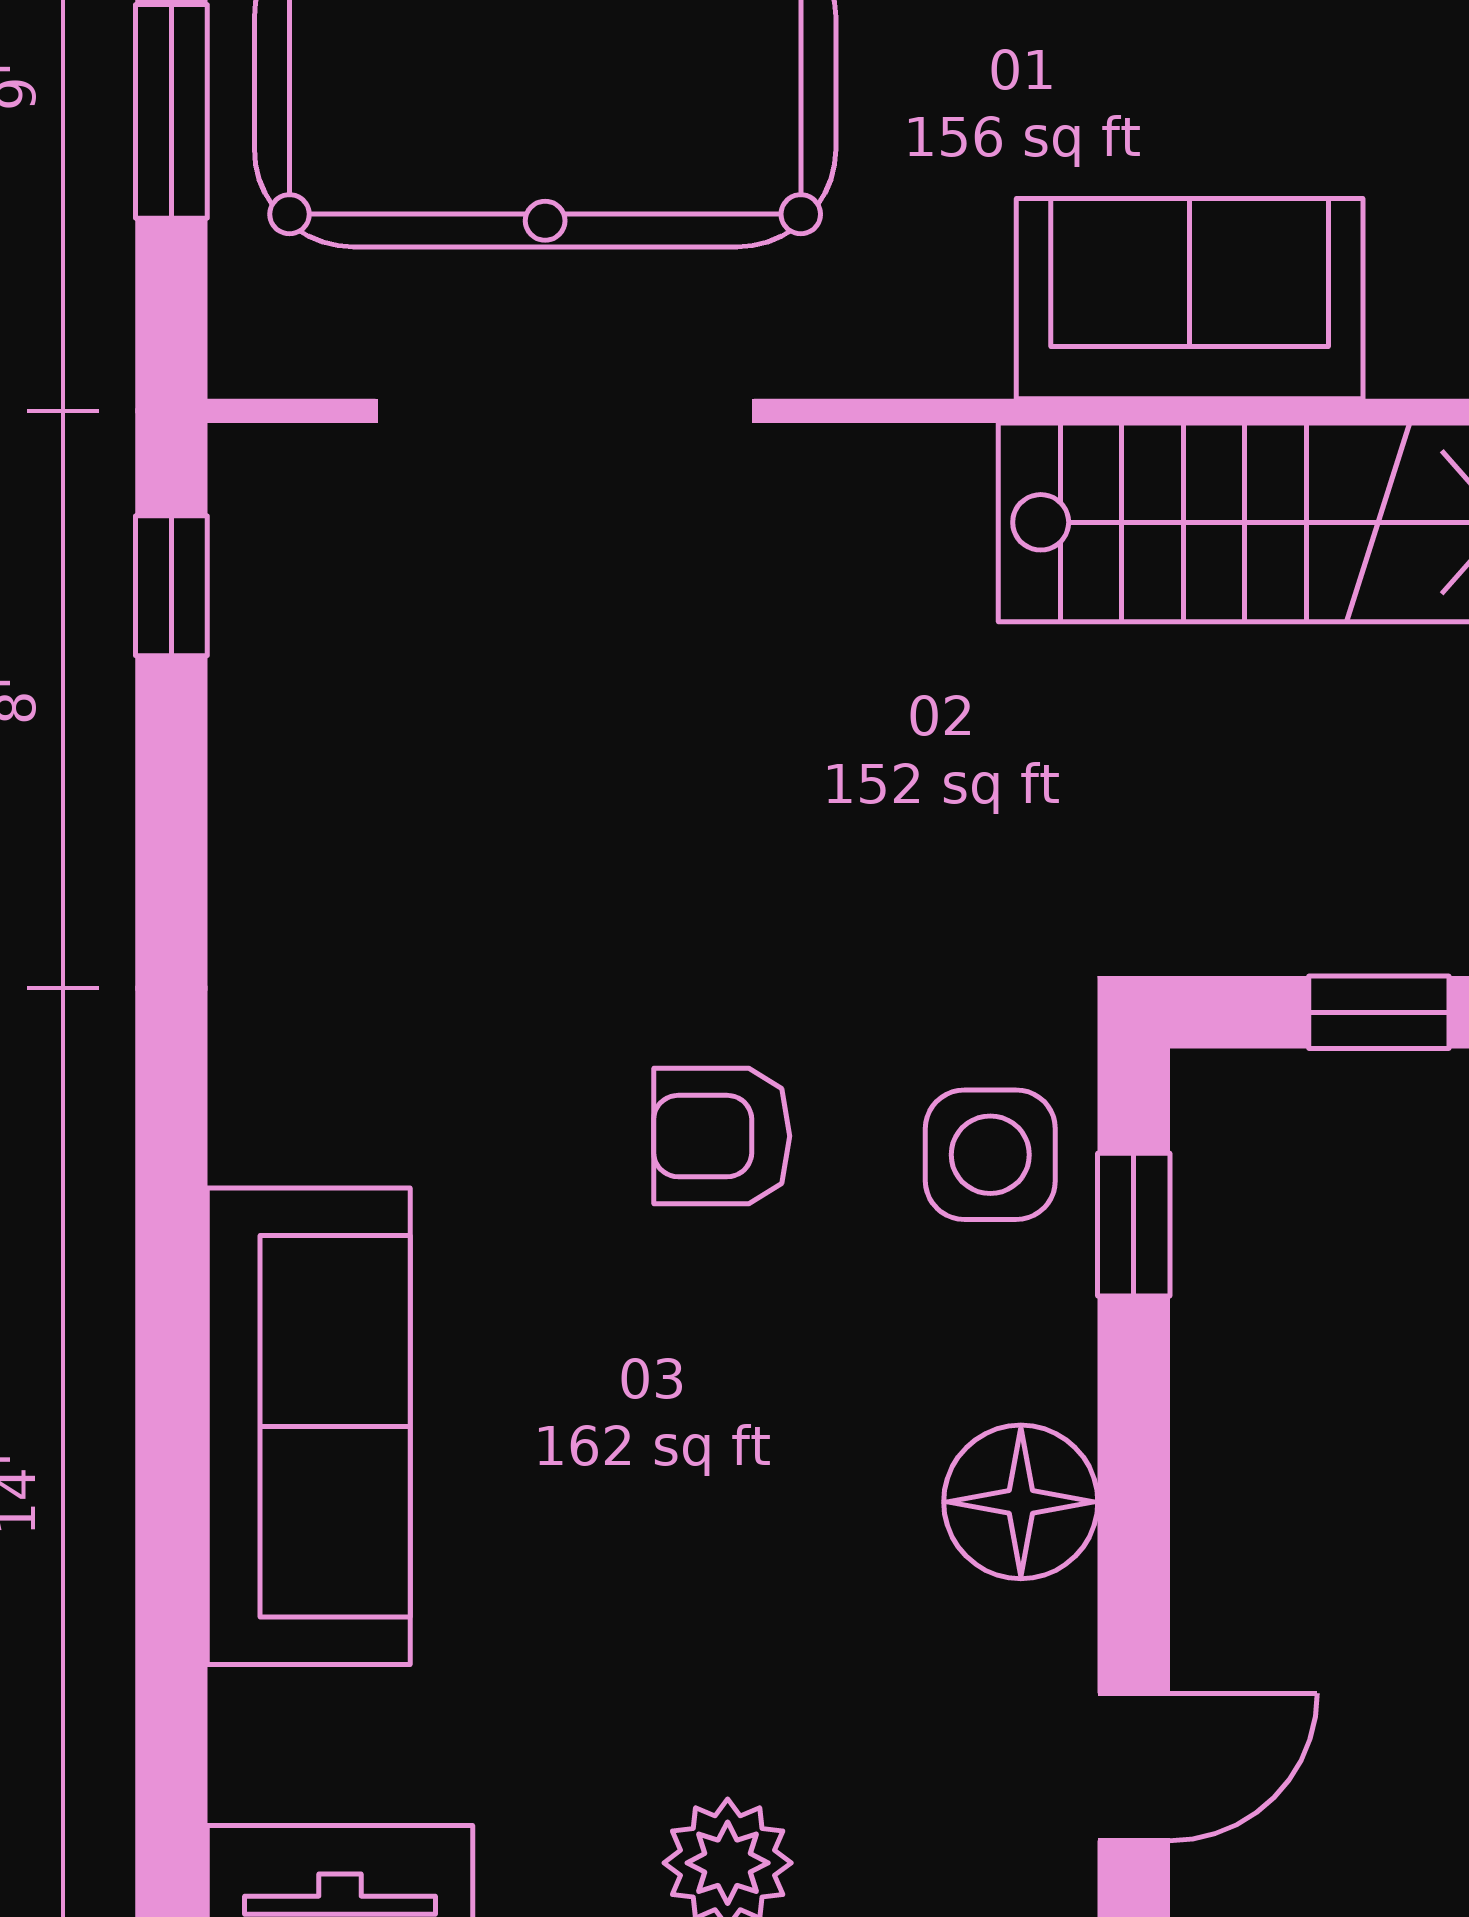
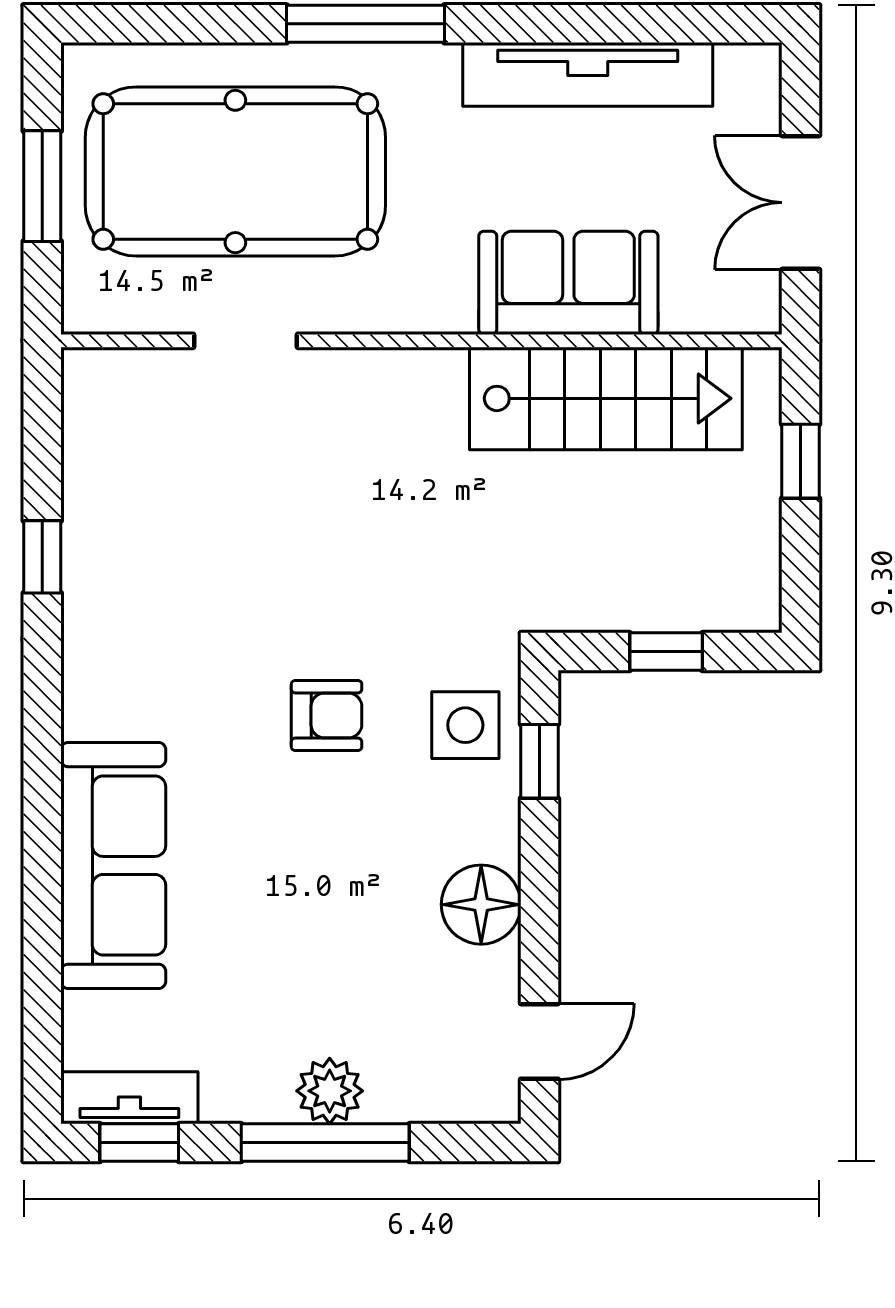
doorway: (565, 411) -> (245, 341), width x0.53
window: (171, 586) -> (42, 557), moved
armchair: (722, 1136) -> (327, 716), turned 180

